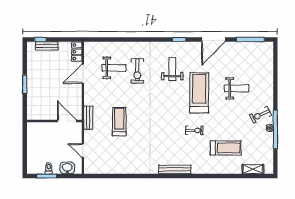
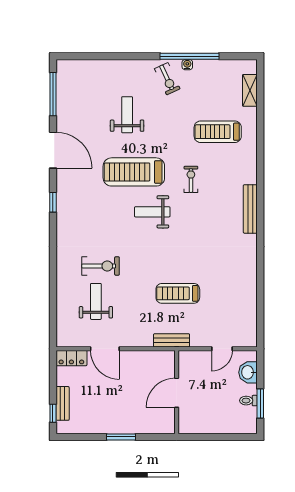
weight bench: (172, 69) -> (152, 212), moved
door: (67, 121) -> (177, 393), moved
treadmill: (226, 148) -> (218, 132), turned -90

